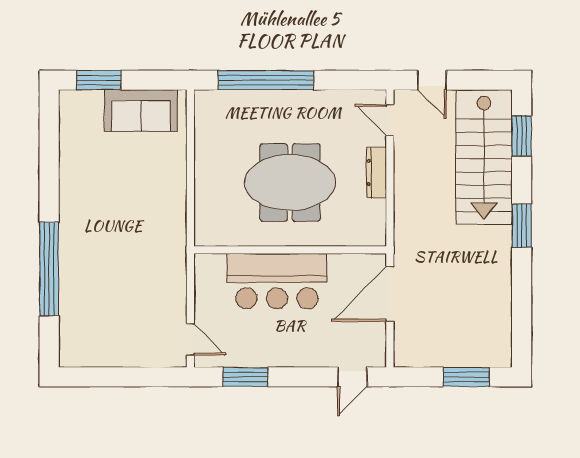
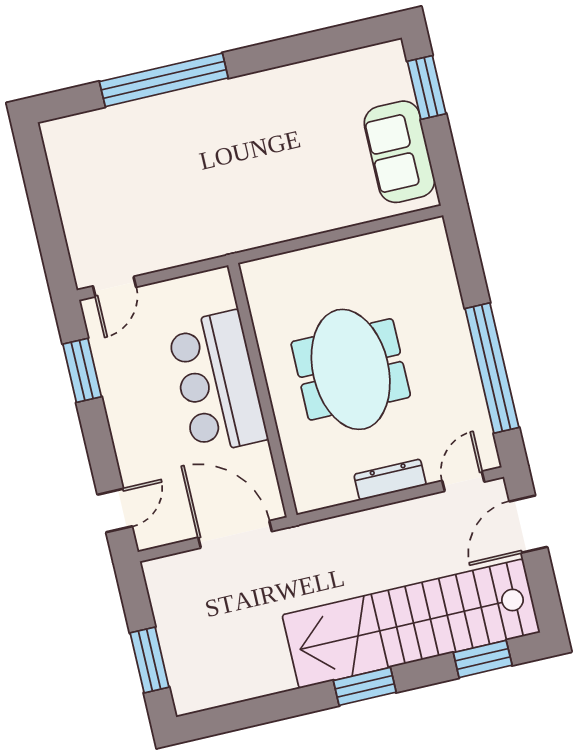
window: (266, 80) -> (492, 368), moved
door: (432, 80) -> (528, 524), width x1.38
stairs: (484, 157) -> (411, 624), width x1.36
door: (352, 377) -> (115, 510), swing flipped

